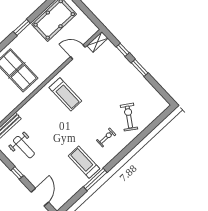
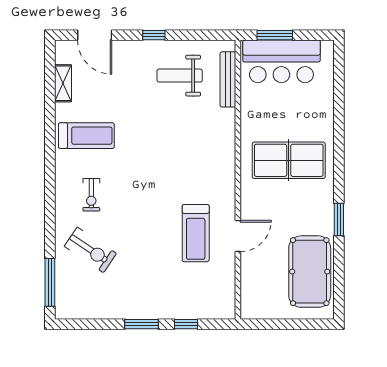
shelving: (97, 42) -> (63, 83), moved
door: (78, 52) -> (238, 236), moved
treadmill: (65, 94) -> (196, 233), moved, turned -90
window: (95, 180) -> (50, 282), moved

